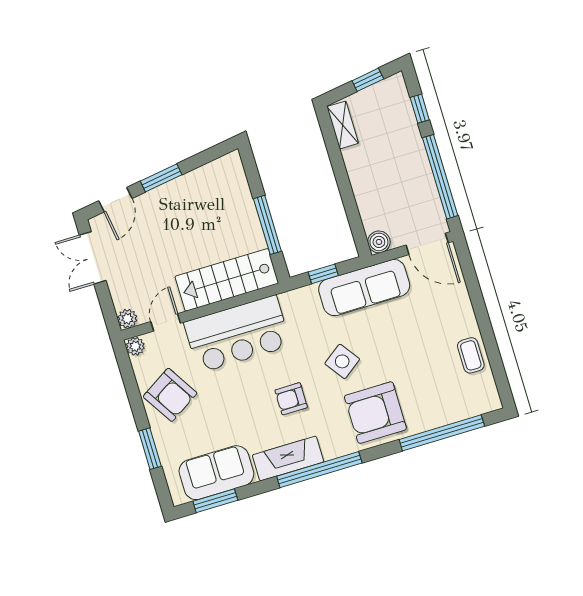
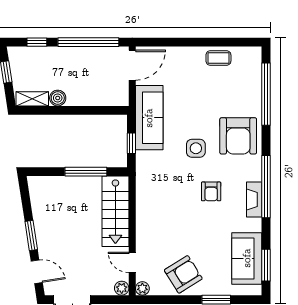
boiler: (379, 242) -> (58, 98), moved
bar counter: (237, 334) -> (155, 215), removed
side table: (342, 361) -> (196, 148), turned 36
fireplace: (288, 458) -> (254, 199), width x0.73, depth x0.76

